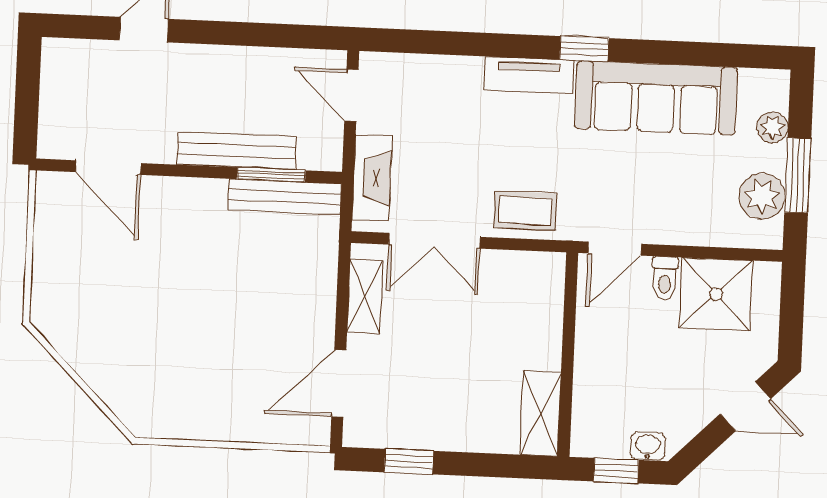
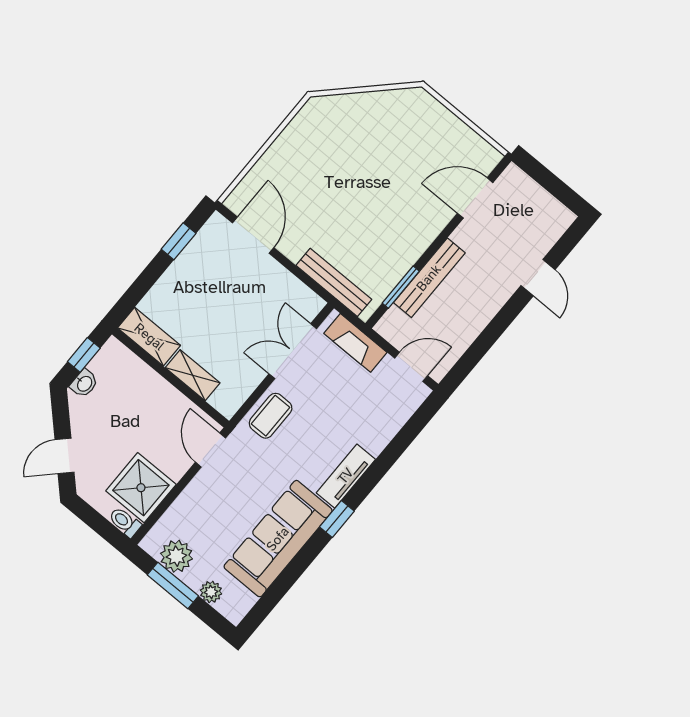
bench: (285, 197) -> (334, 282), moved, turned 90
toilet: (665, 278) -> (125, 522), moved
shelving: (365, 296) -> (193, 375), moved

